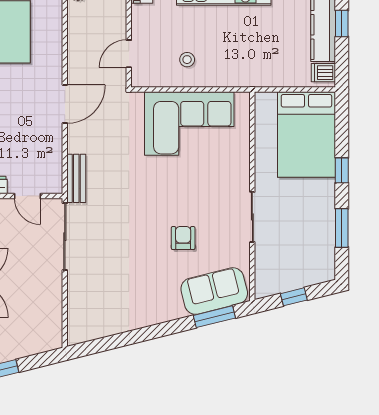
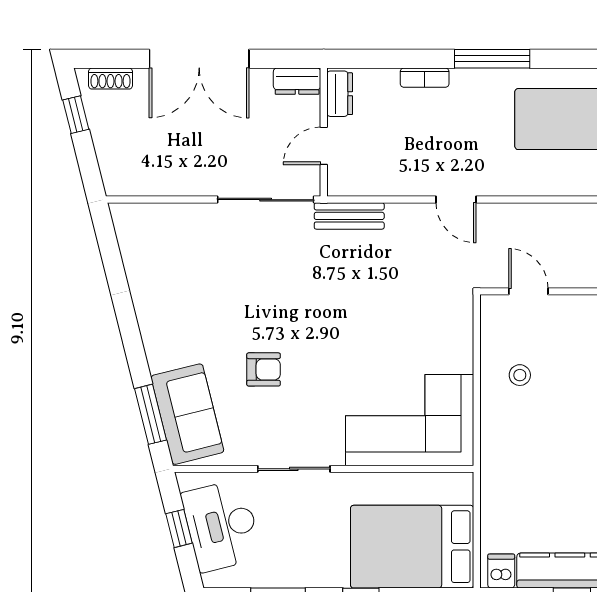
door: (65, 104) -> (456, 200), width x0.73
corner sofa: (189, 124) -> (410, 420), moved, turned 90
desk: (292, 267) -> (222, 526), added

